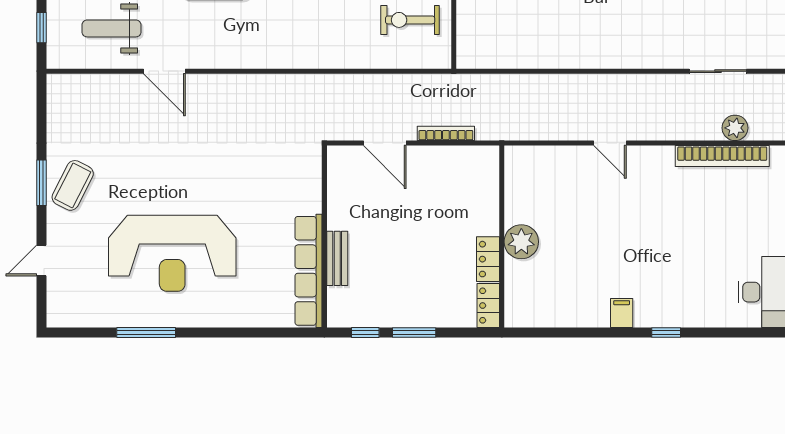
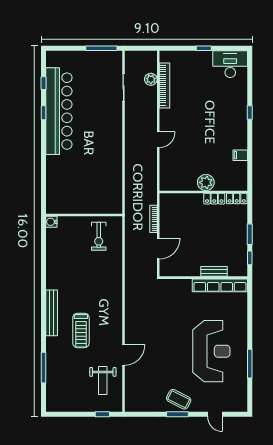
filing cabinet: (622, 313) -> (240, 155), moved

